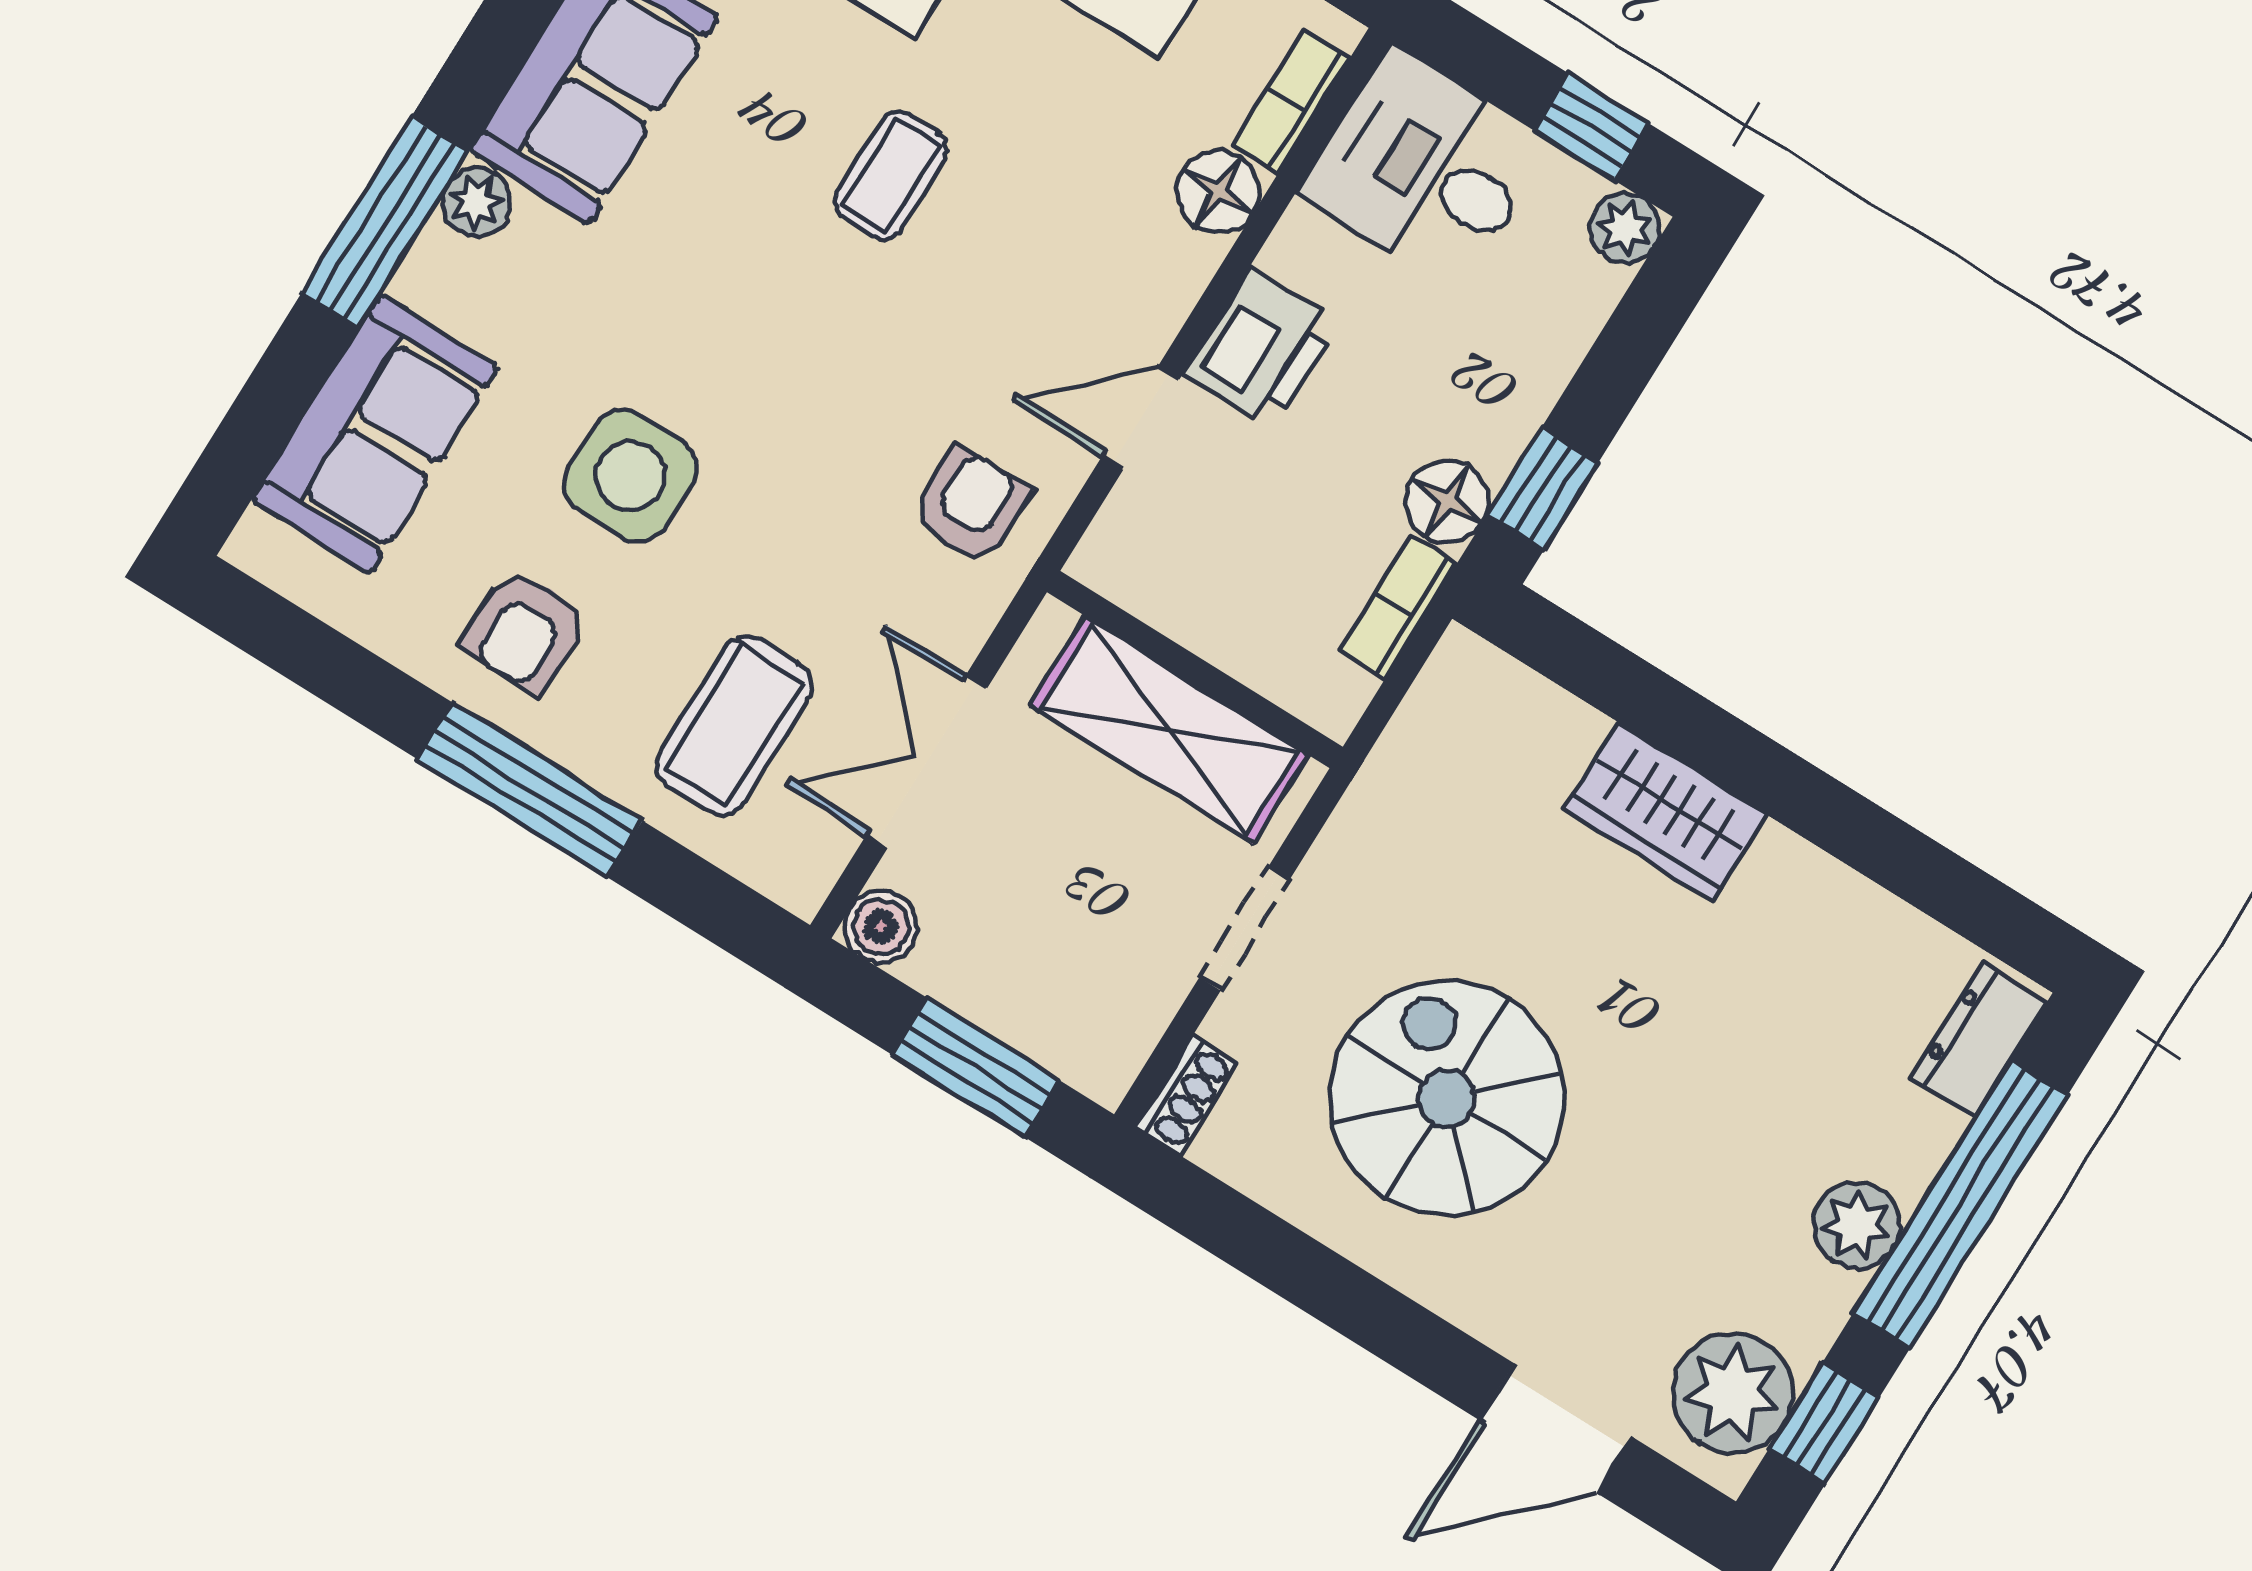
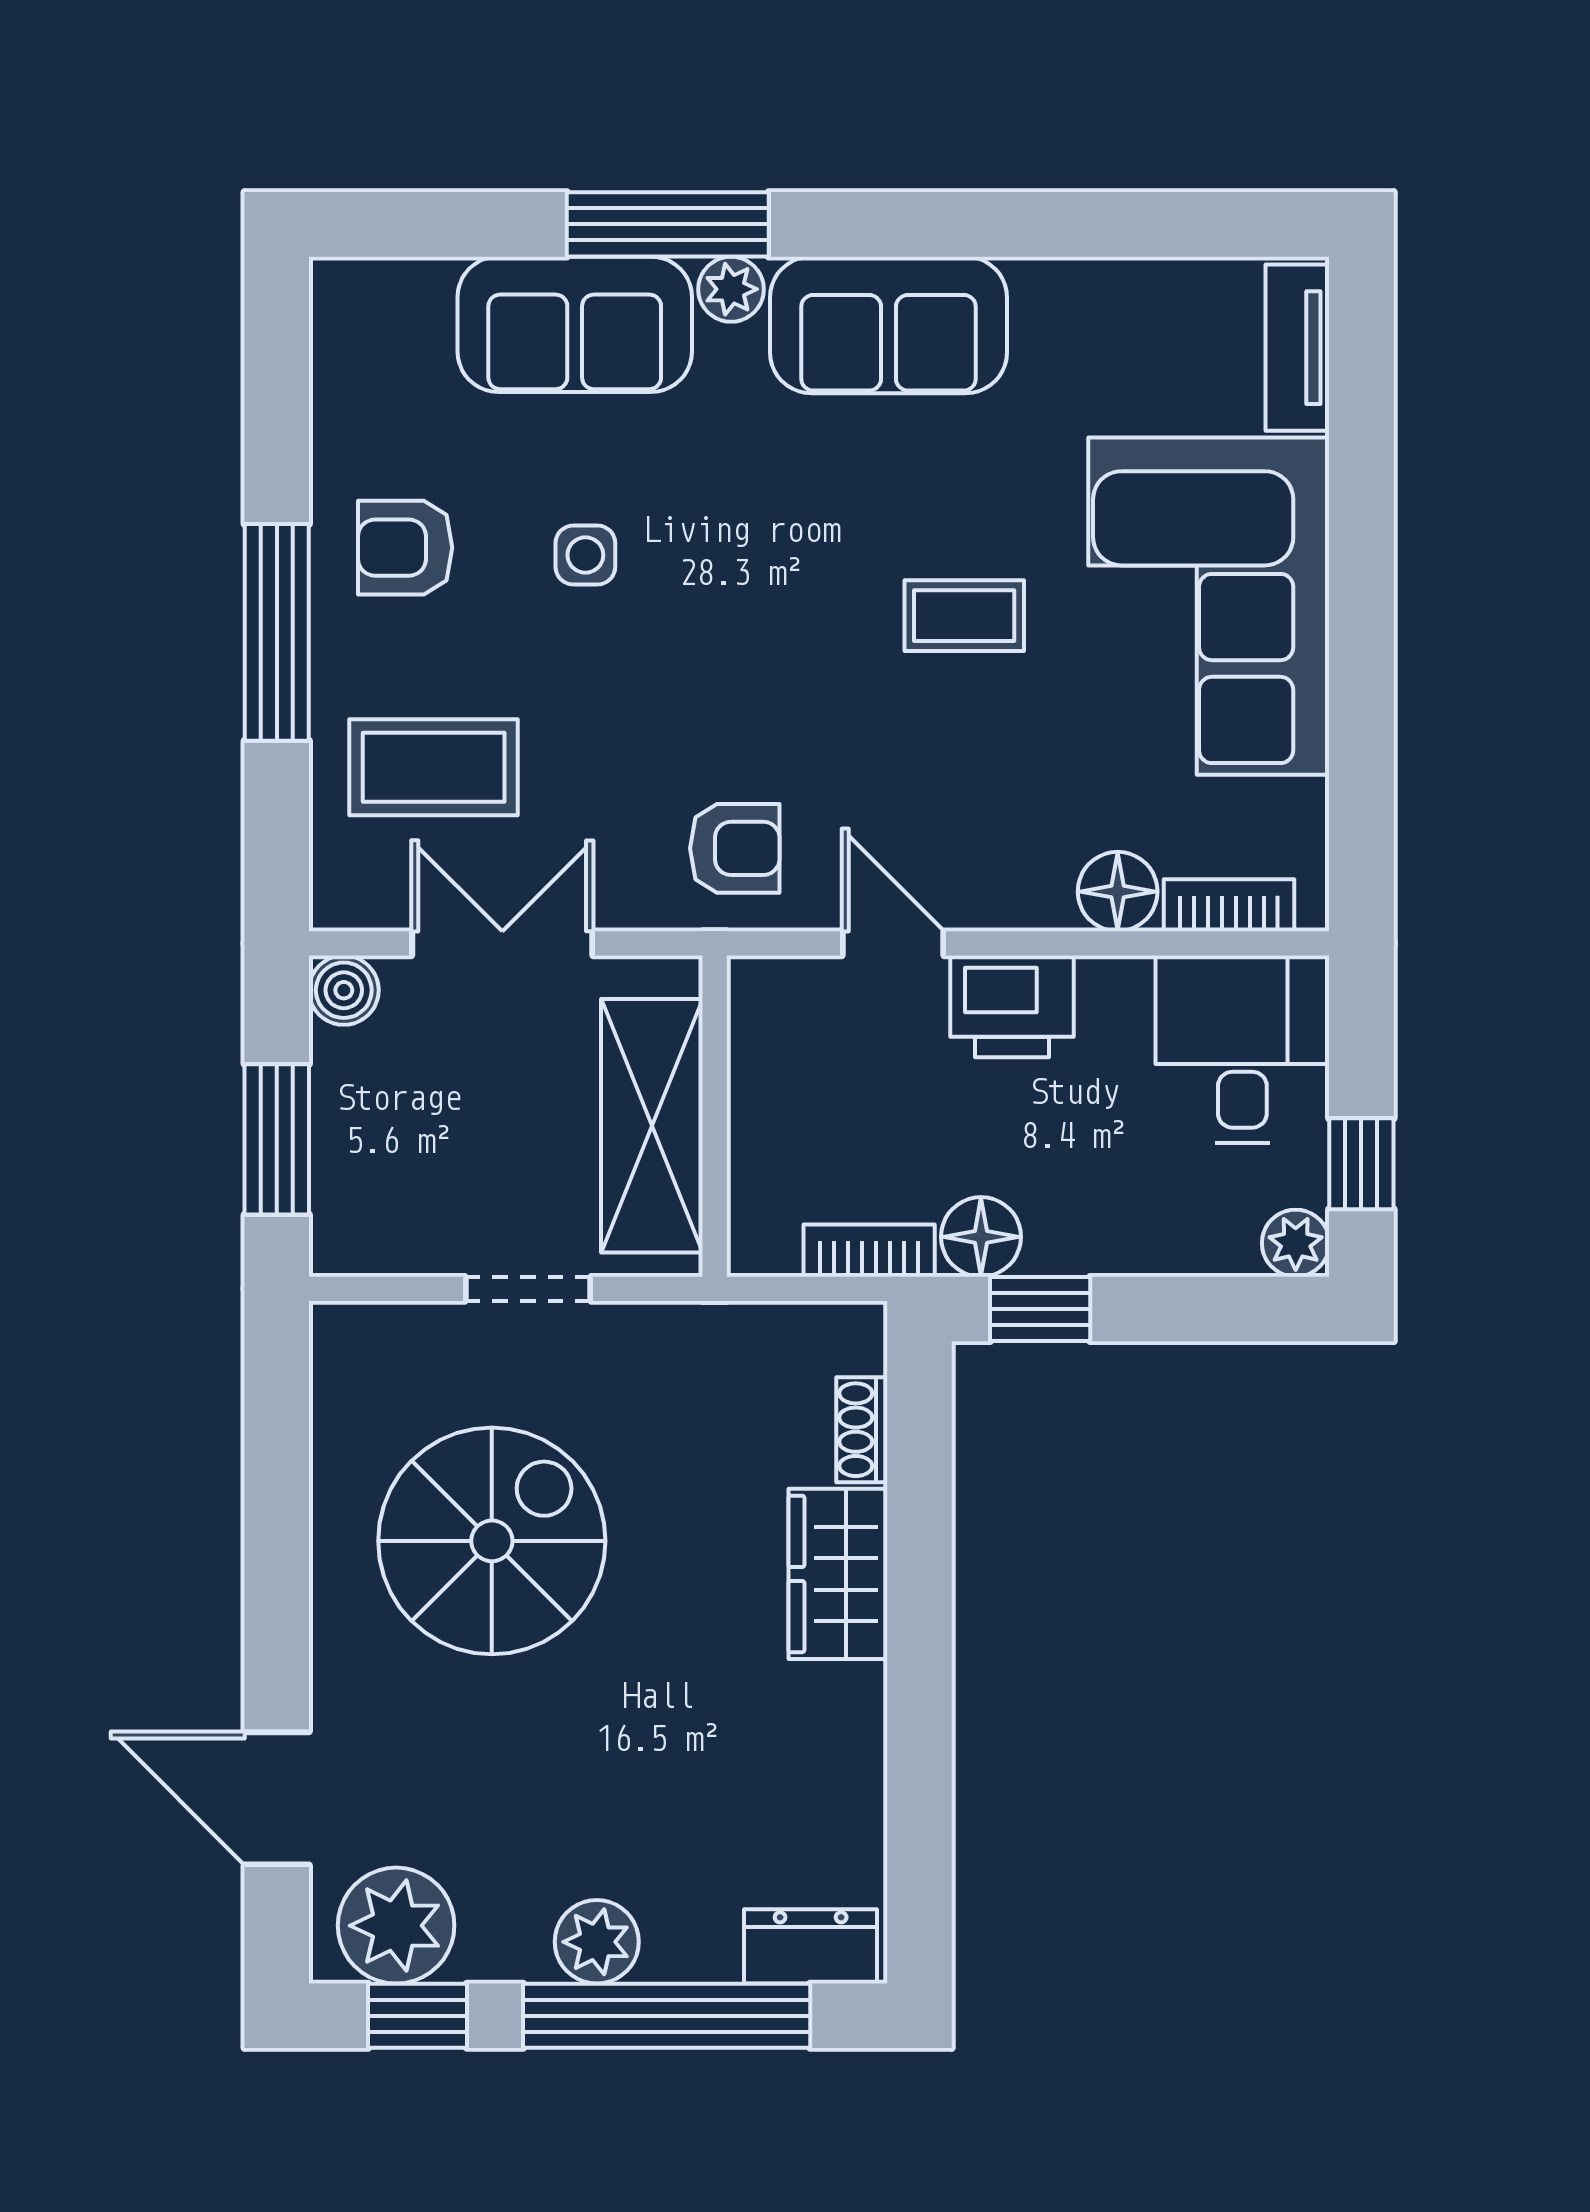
sofa: (375, 434) -> (575, 324), moved
side table: (630, 476) -> (585, 555), width x0.54, depth x0.54
shoe rack: (1187, 1095) -> (862, 1430), moved, turned 90

